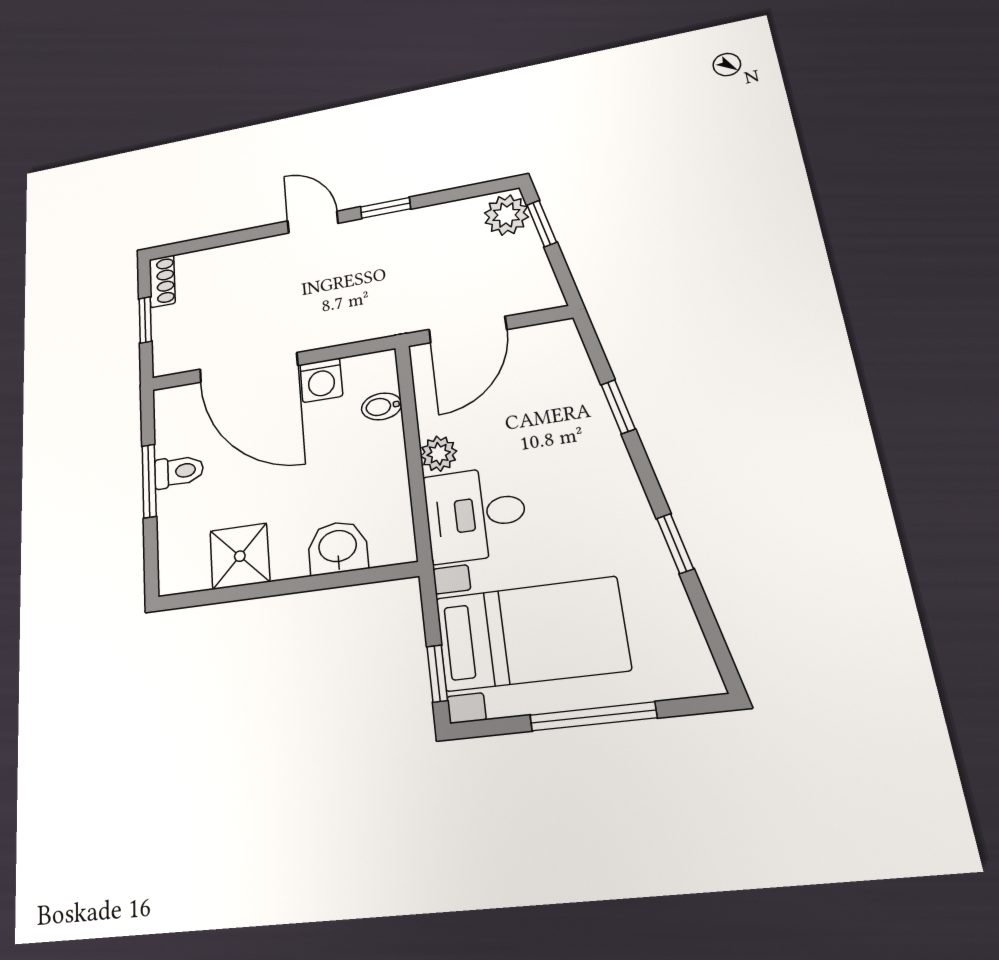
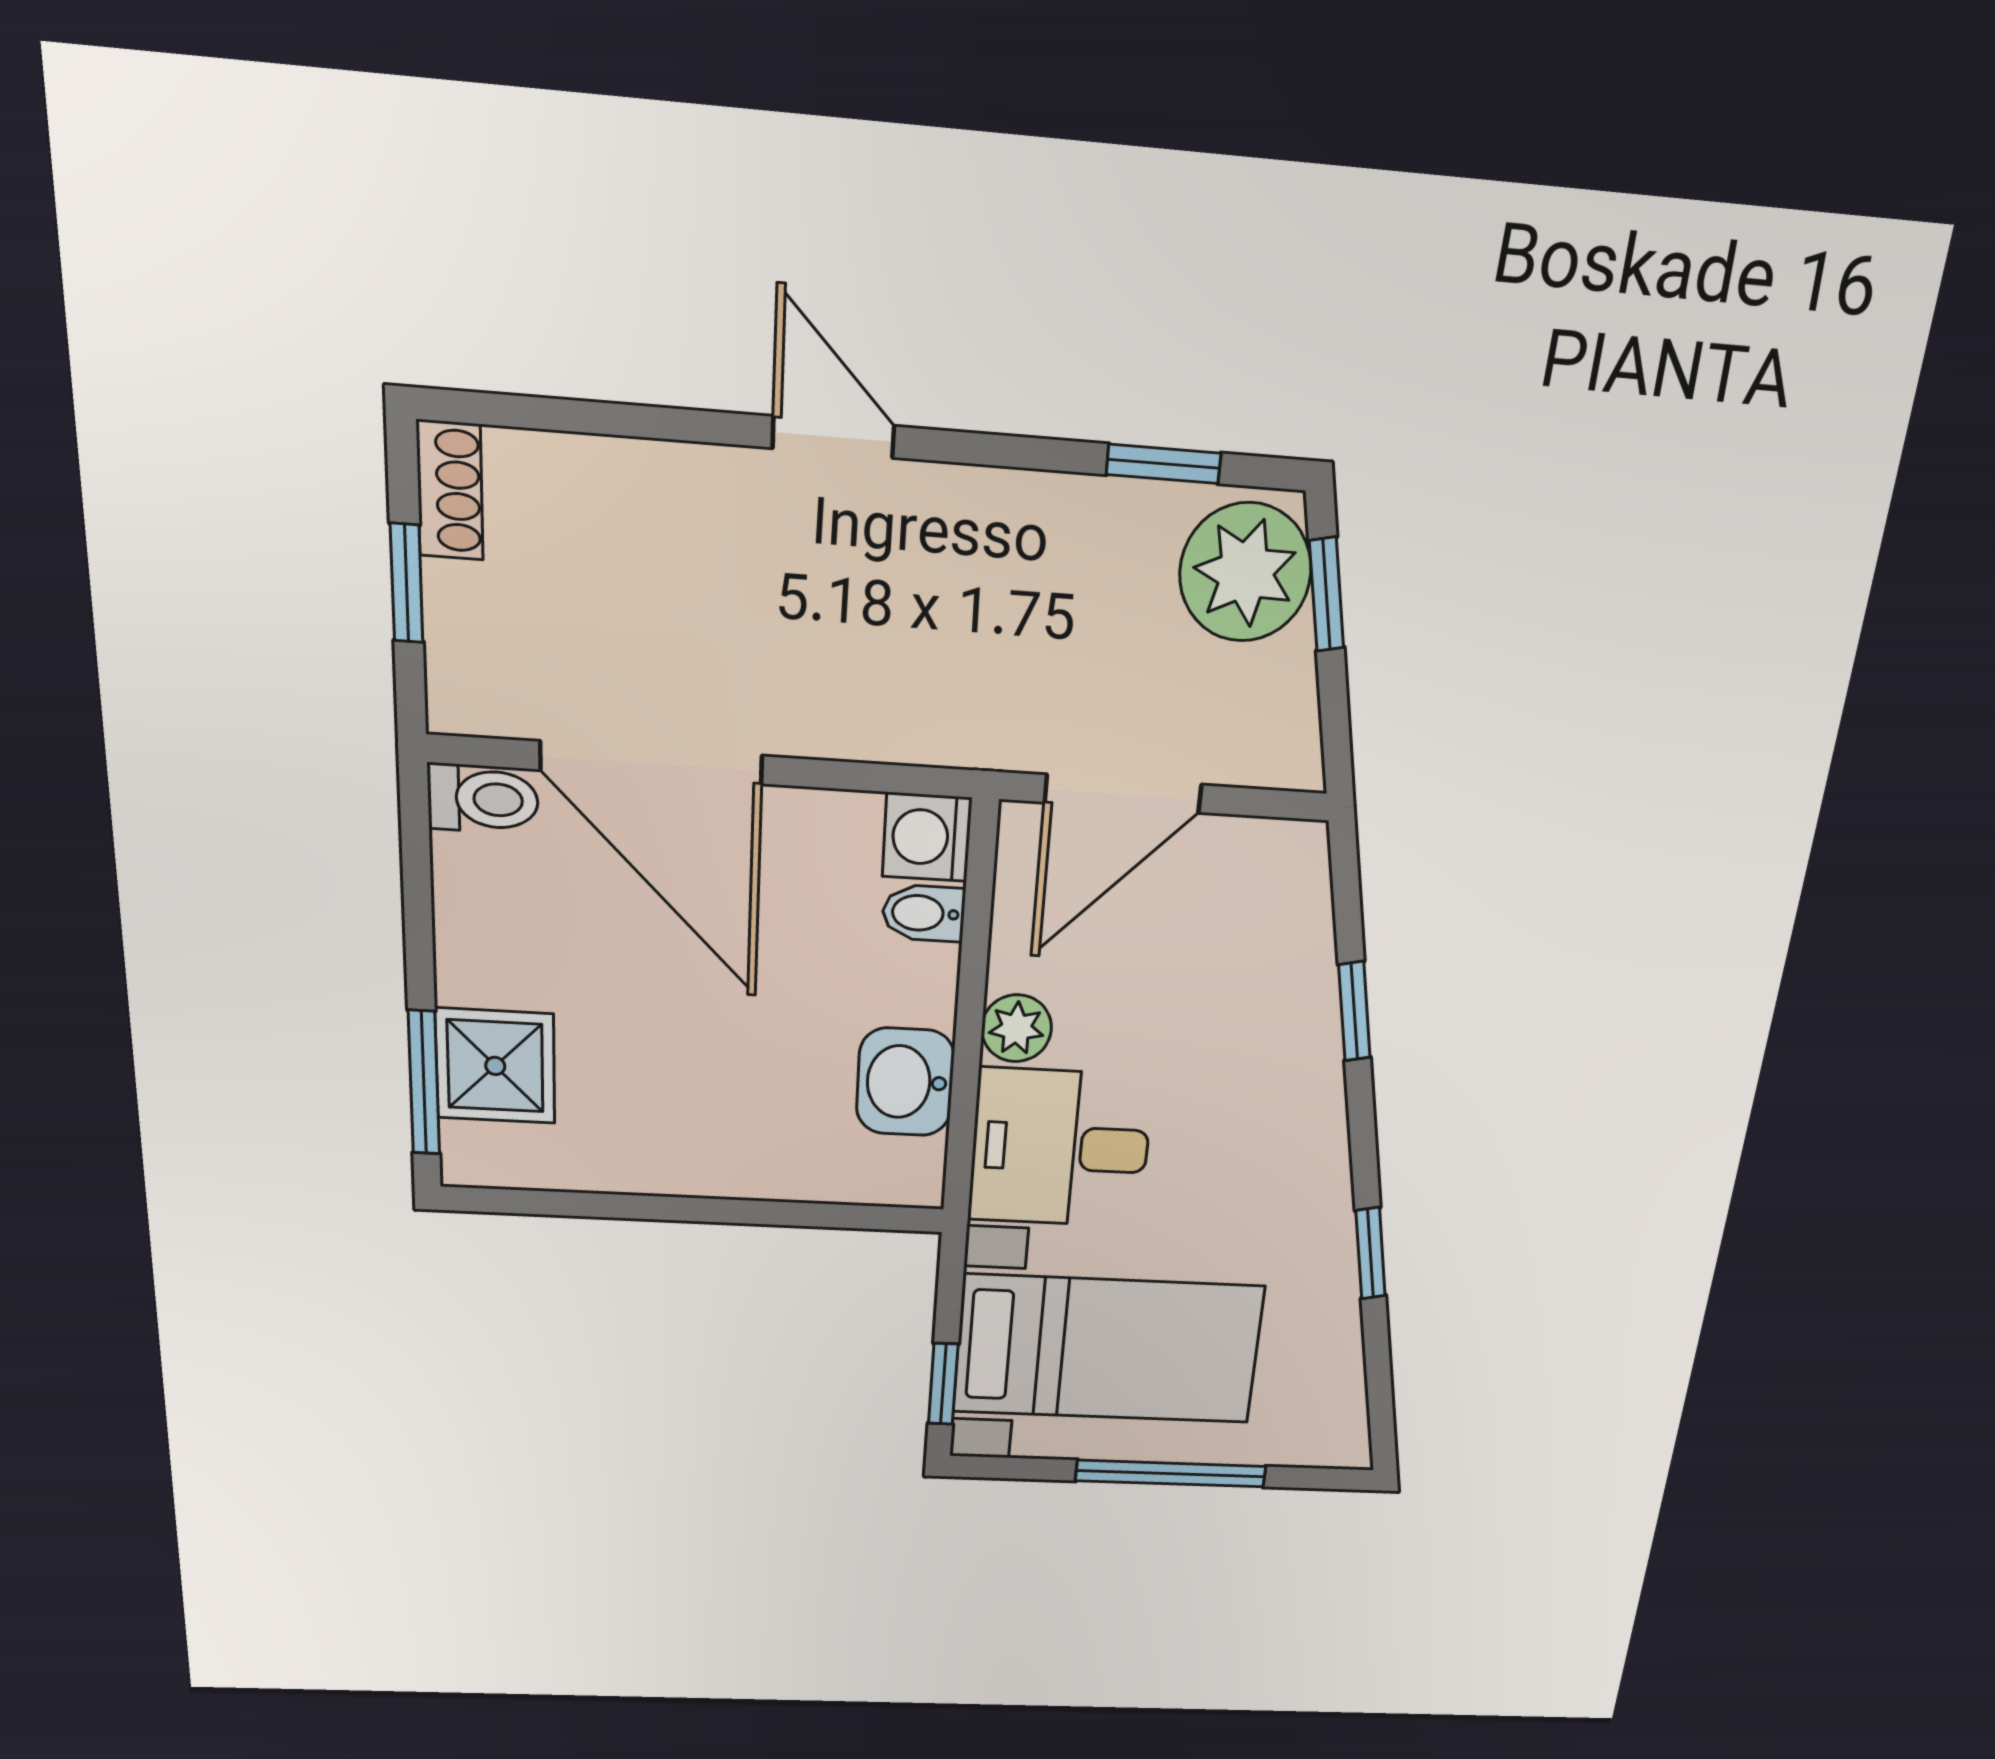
window: (385, 208) -> (1164, 464), moved
plant: (506, 215) -> (1245, 572), width x1.36, depth x1.36
washing machine: (321, 380) -> (927, 837), moved, turned 90
toilet: (179, 471) -> (483, 799), moved
window: (149, 481) -> (424, 1083), moved
washbasin: (338, 548) -> (905, 1082), moved, turned -90
shower: (240, 556) -> (495, 1066), moved

